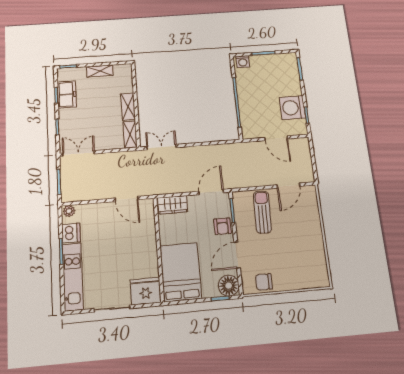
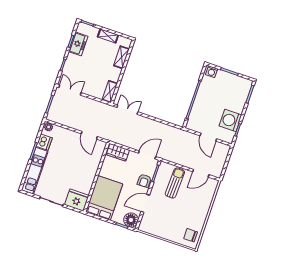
shelving: (128, 107) -> (121, 57), moved
chair: (264, 282) -> (191, 235), moved

